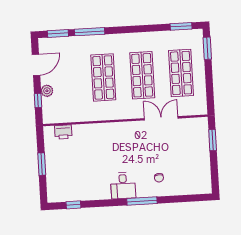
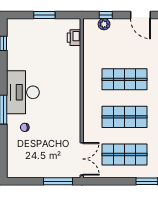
plant: (47, 91) -> (104, 24), moved
double door: (161, 118) -> (82, 159), moved
window: (213, 140) -> (58, 181), width x1.44
desk: (123, 186) -> (23, 92), width x1.87, depth x1.30

